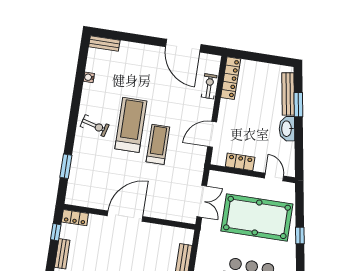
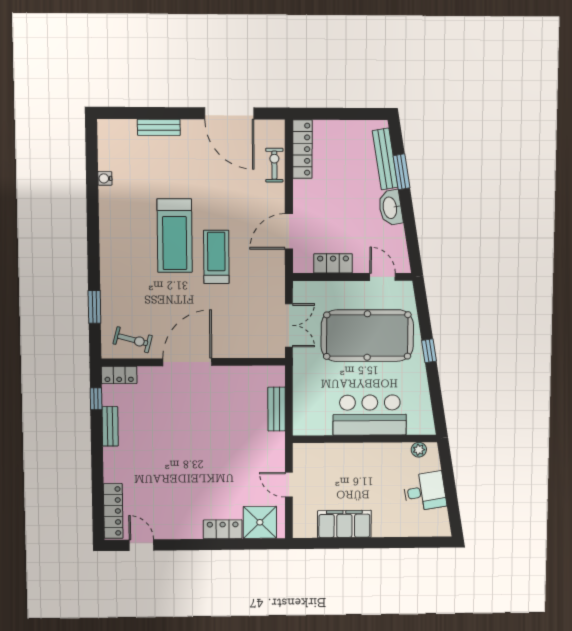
bench: (104, 43) -> (159, 127), moved
treadmill: (131, 125) -> (175, 236), turned 180
exercise bike: (95, 126) -> (133, 340), moved

